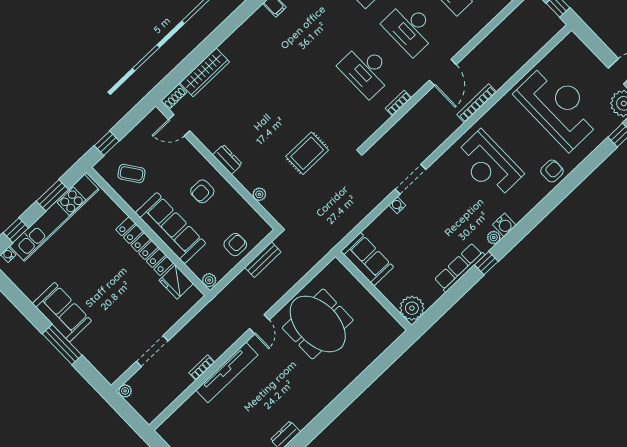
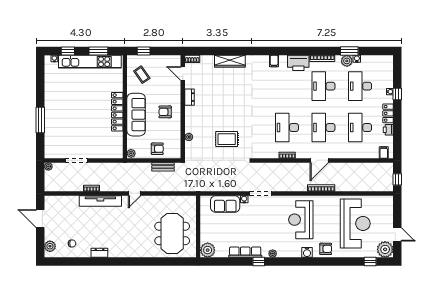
wardrobe: (205, 72) -> (230, 61), moved
dresser: (227, 159) -> (189, 97), moved
water cooler: (504, 225) -> (307, 252), moved
sofa: (367, 259) -> (225, 204), moved, turned 90
fridge: (176, 282) -> (116, 140), removed
sofa: (62, 312) -> (54, 106), removed
meeting table: (318, 324) -> (172, 233), moved

